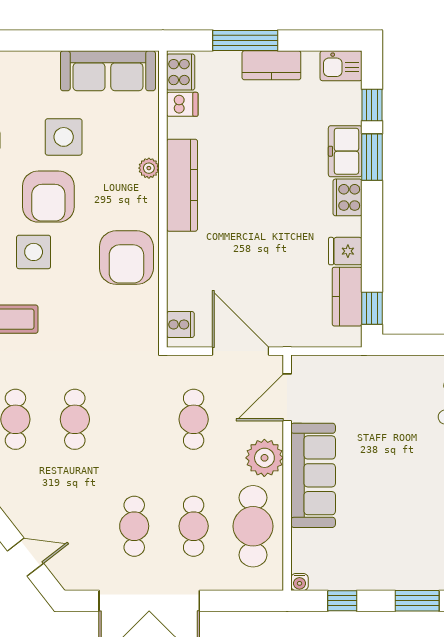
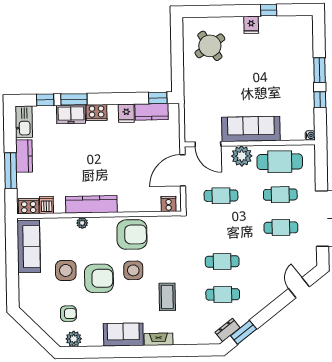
kitchen sink: (341, 66) -> (24, 122), width x1.38
side table: (34, 252) -> (133, 270), moved
window: (342, 601) -> (320, 100), moved

